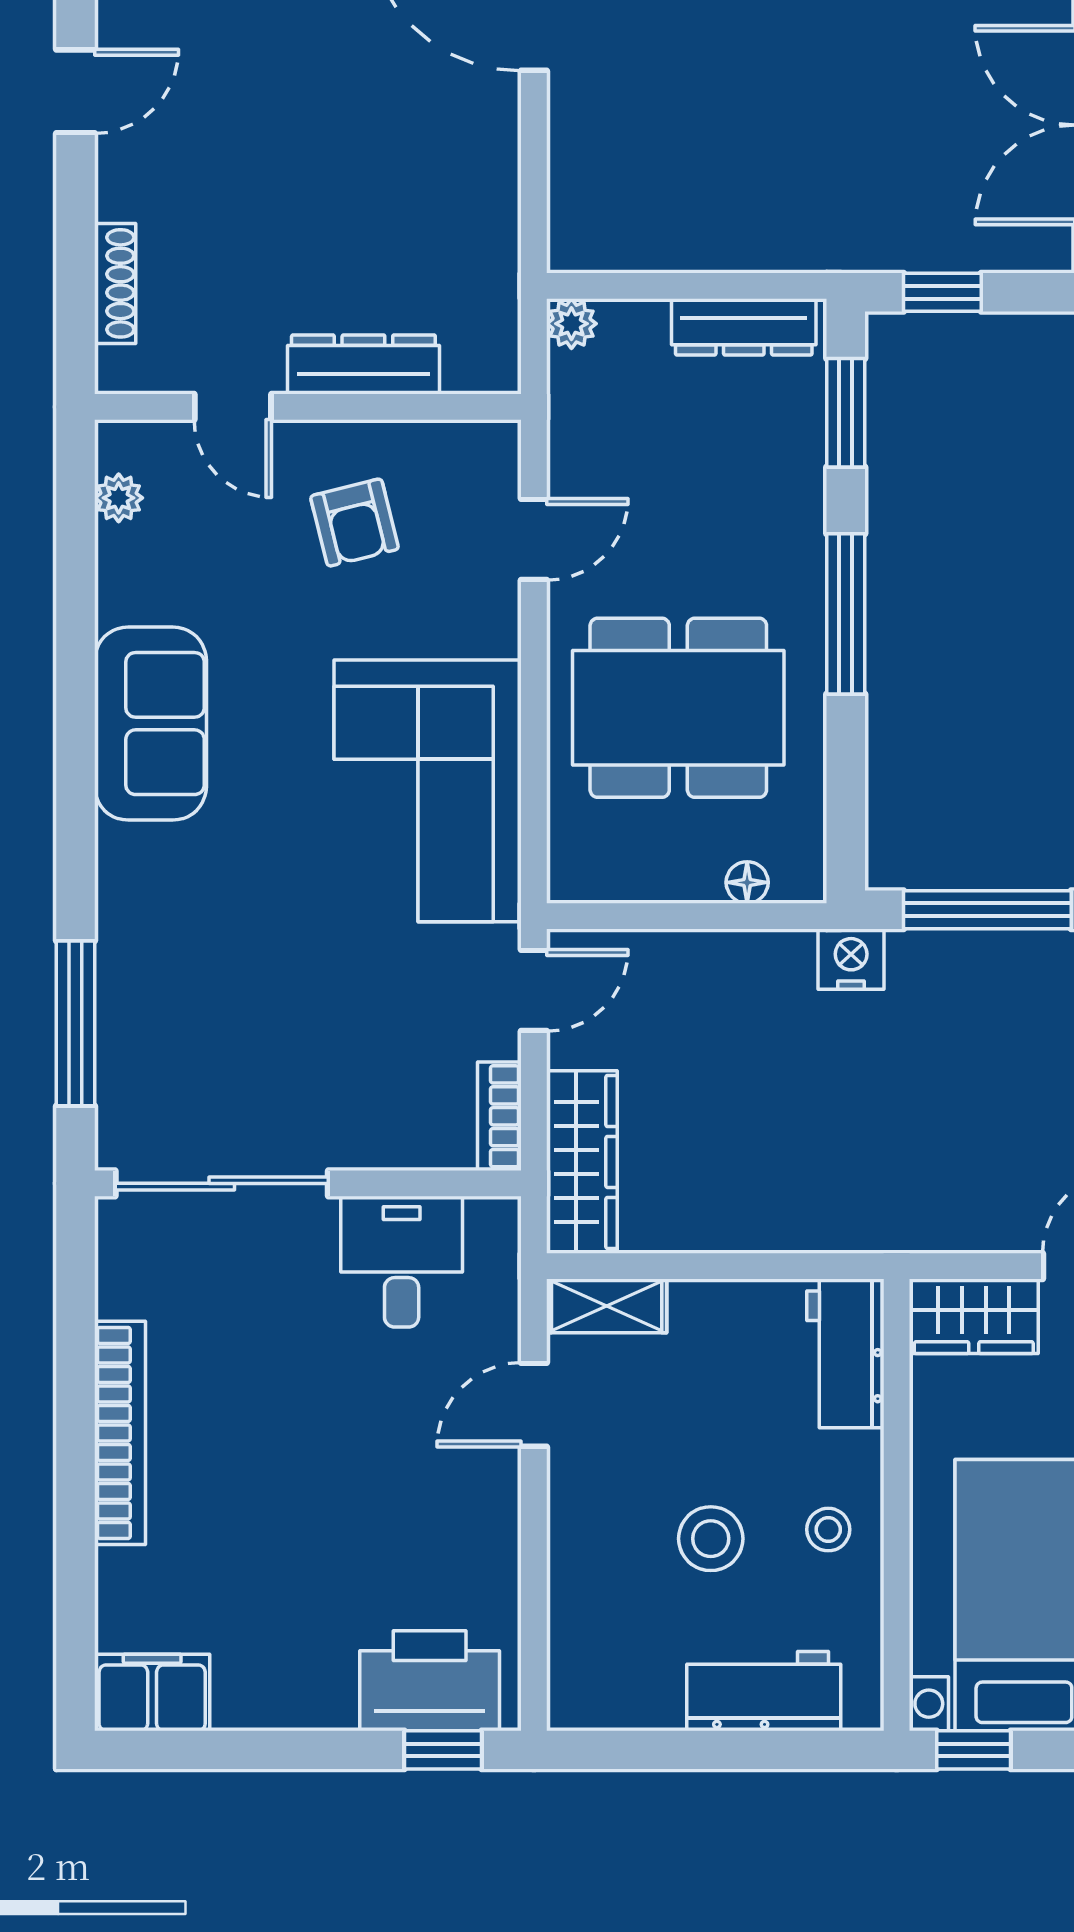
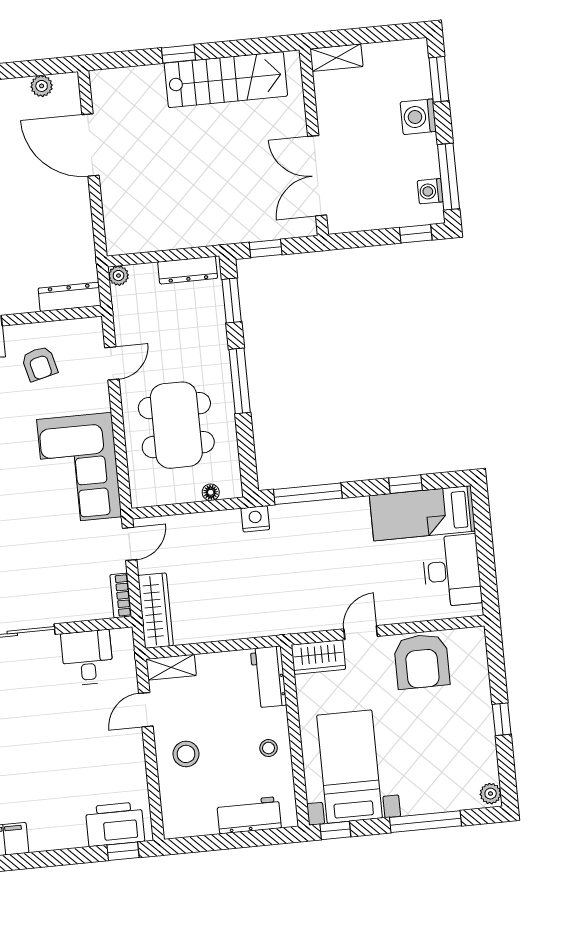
dresser: (363, 364) -> (70, 297), moved
dining table: (678, 708) -> (176, 425), turned 90
stool: (711, 1539) -> (186, 754), moved

